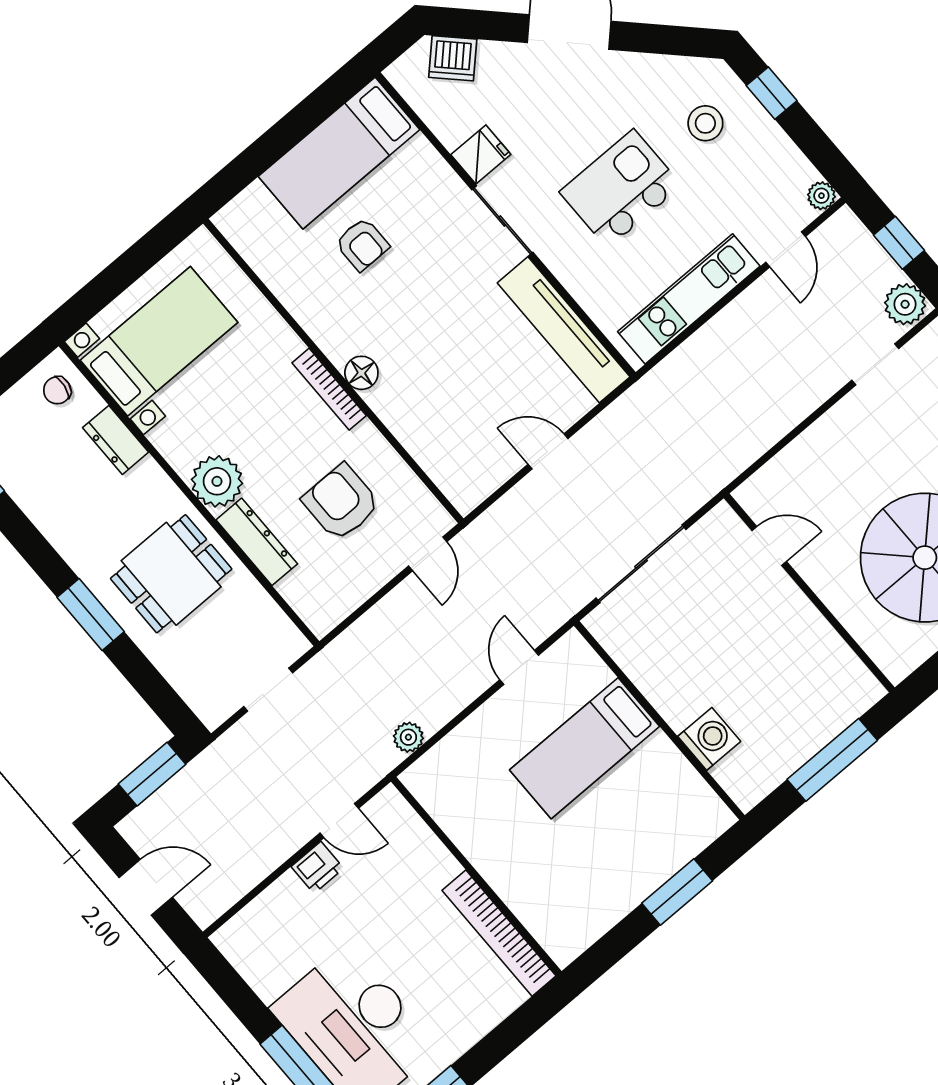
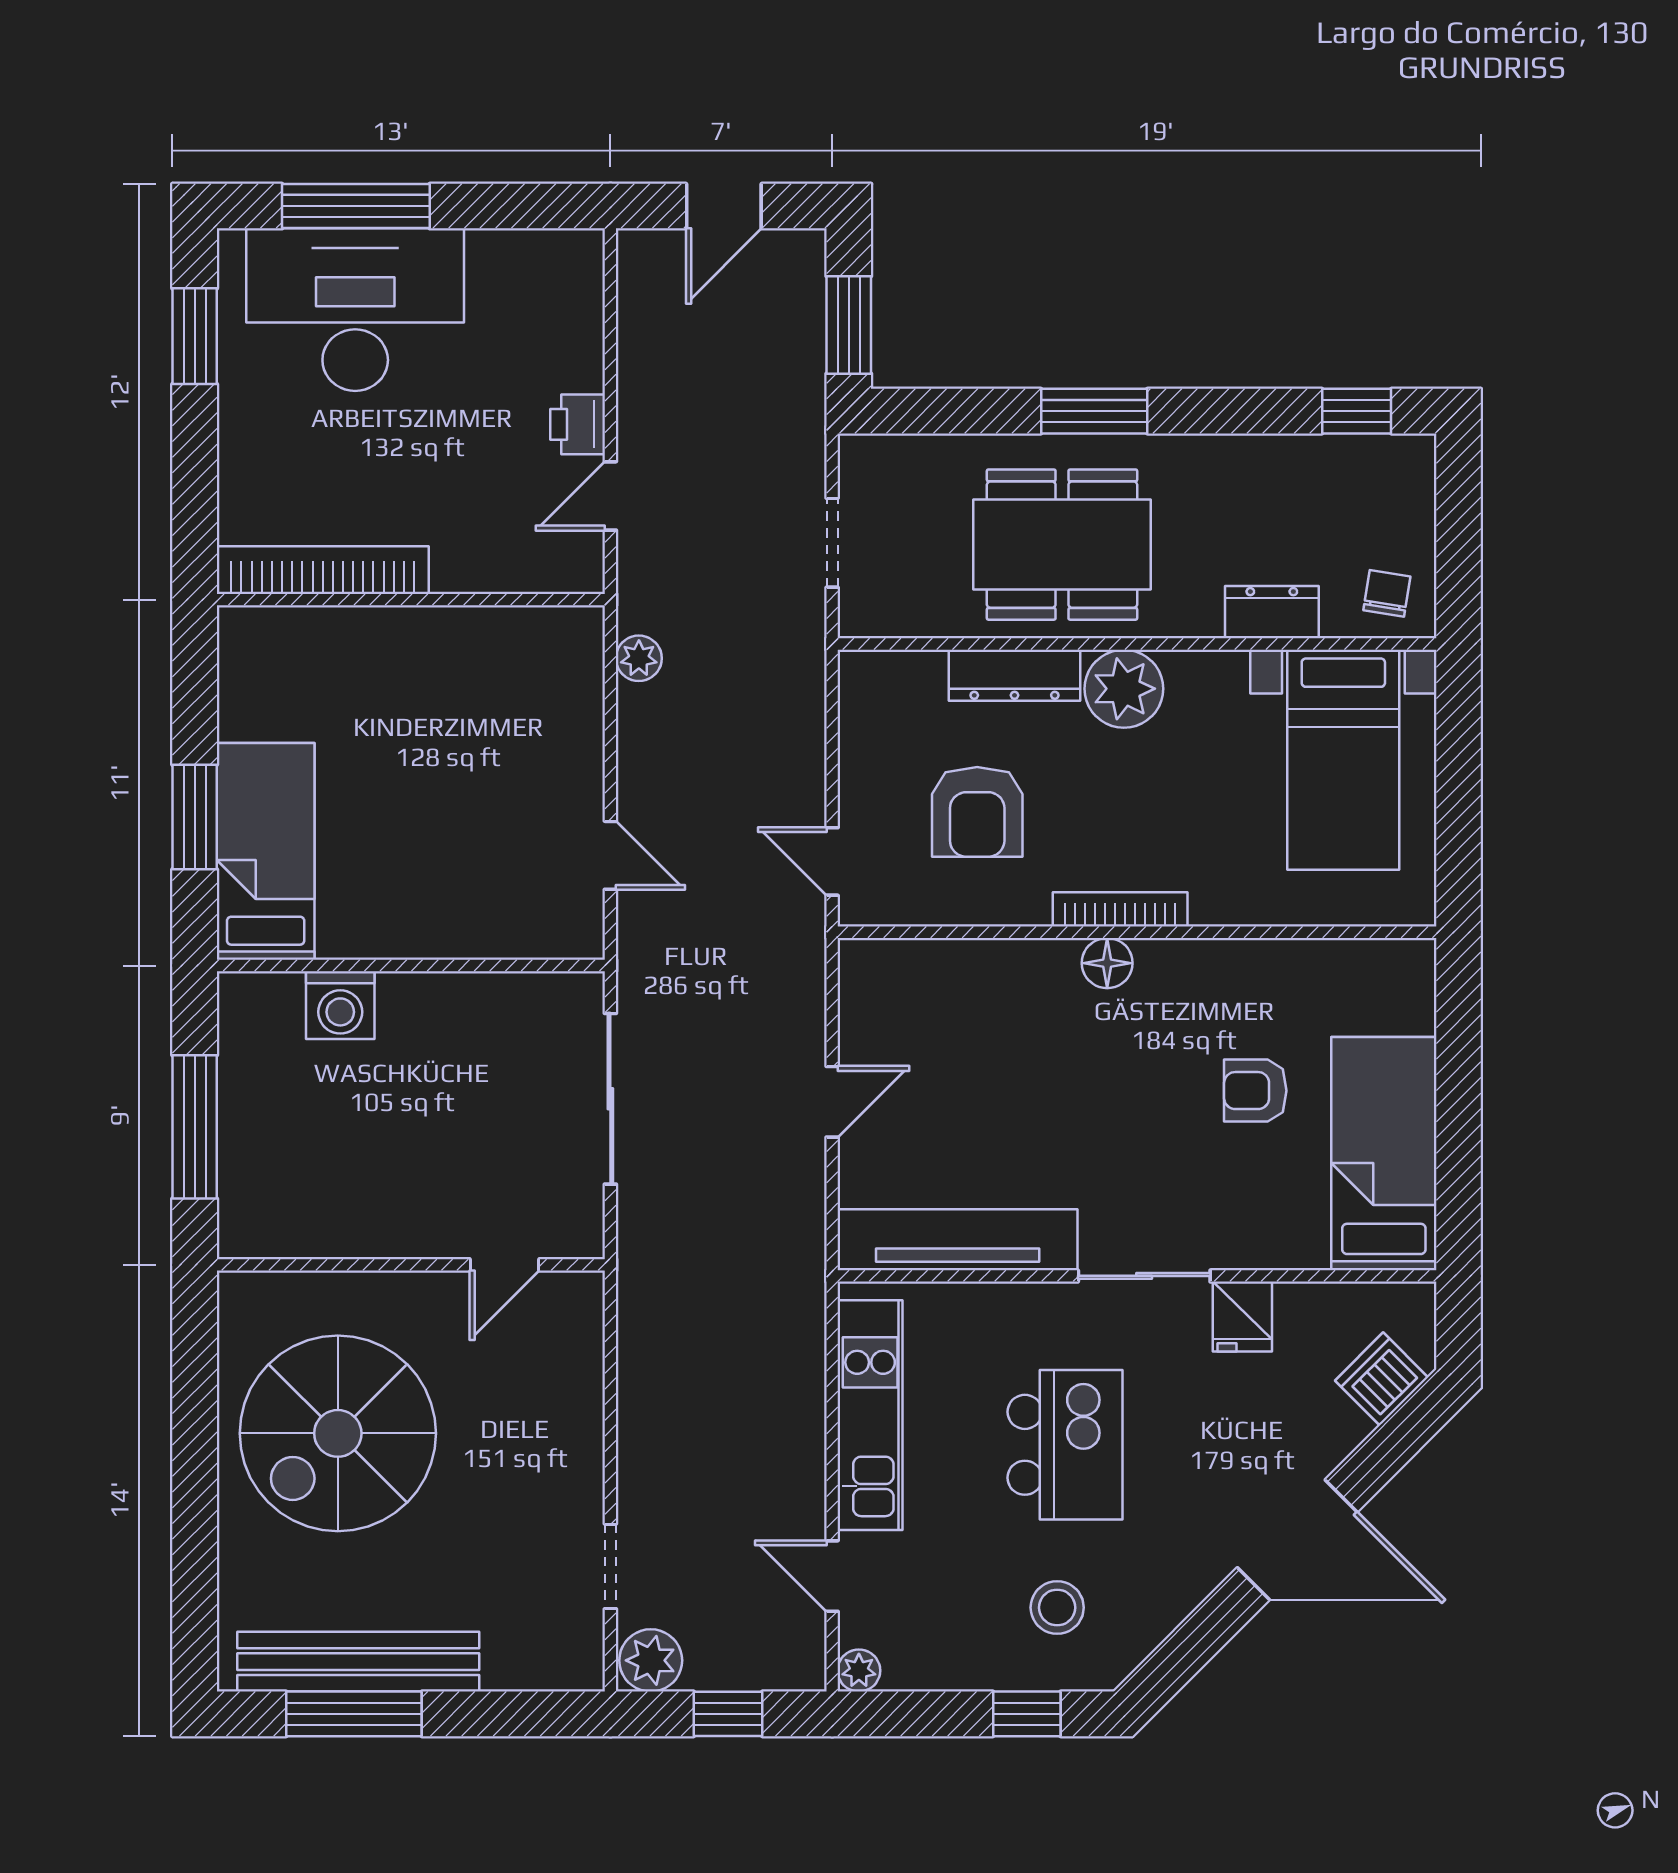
armchair: (341, 502) -> (977, 812), turned 90
dining table: (171, 574) -> (1062, 545), width x1.38
bed: (585, 748) -> (266, 851), moved

